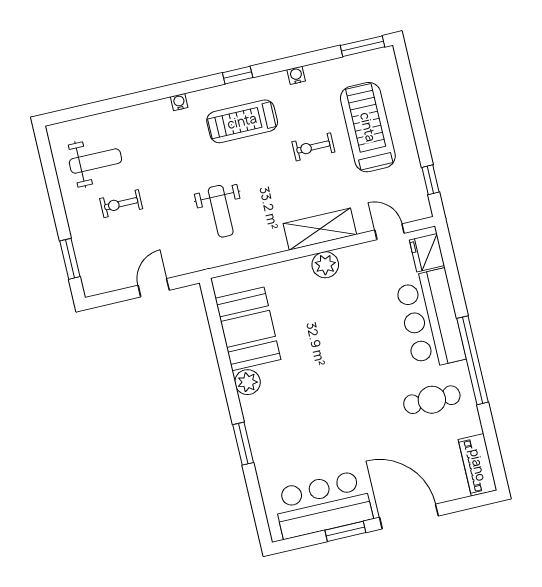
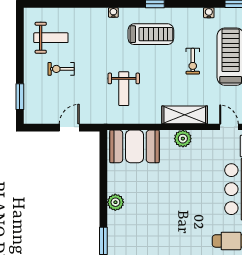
water cooler: (296, 75) -> (209, 13), moved
treadmill: (242, 121) -> (151, 34), turned 180
exercise bike: (313, 147) -> (193, 61), turned -90
booth: (248, 329) -> (134, 146), moved, turned 90

